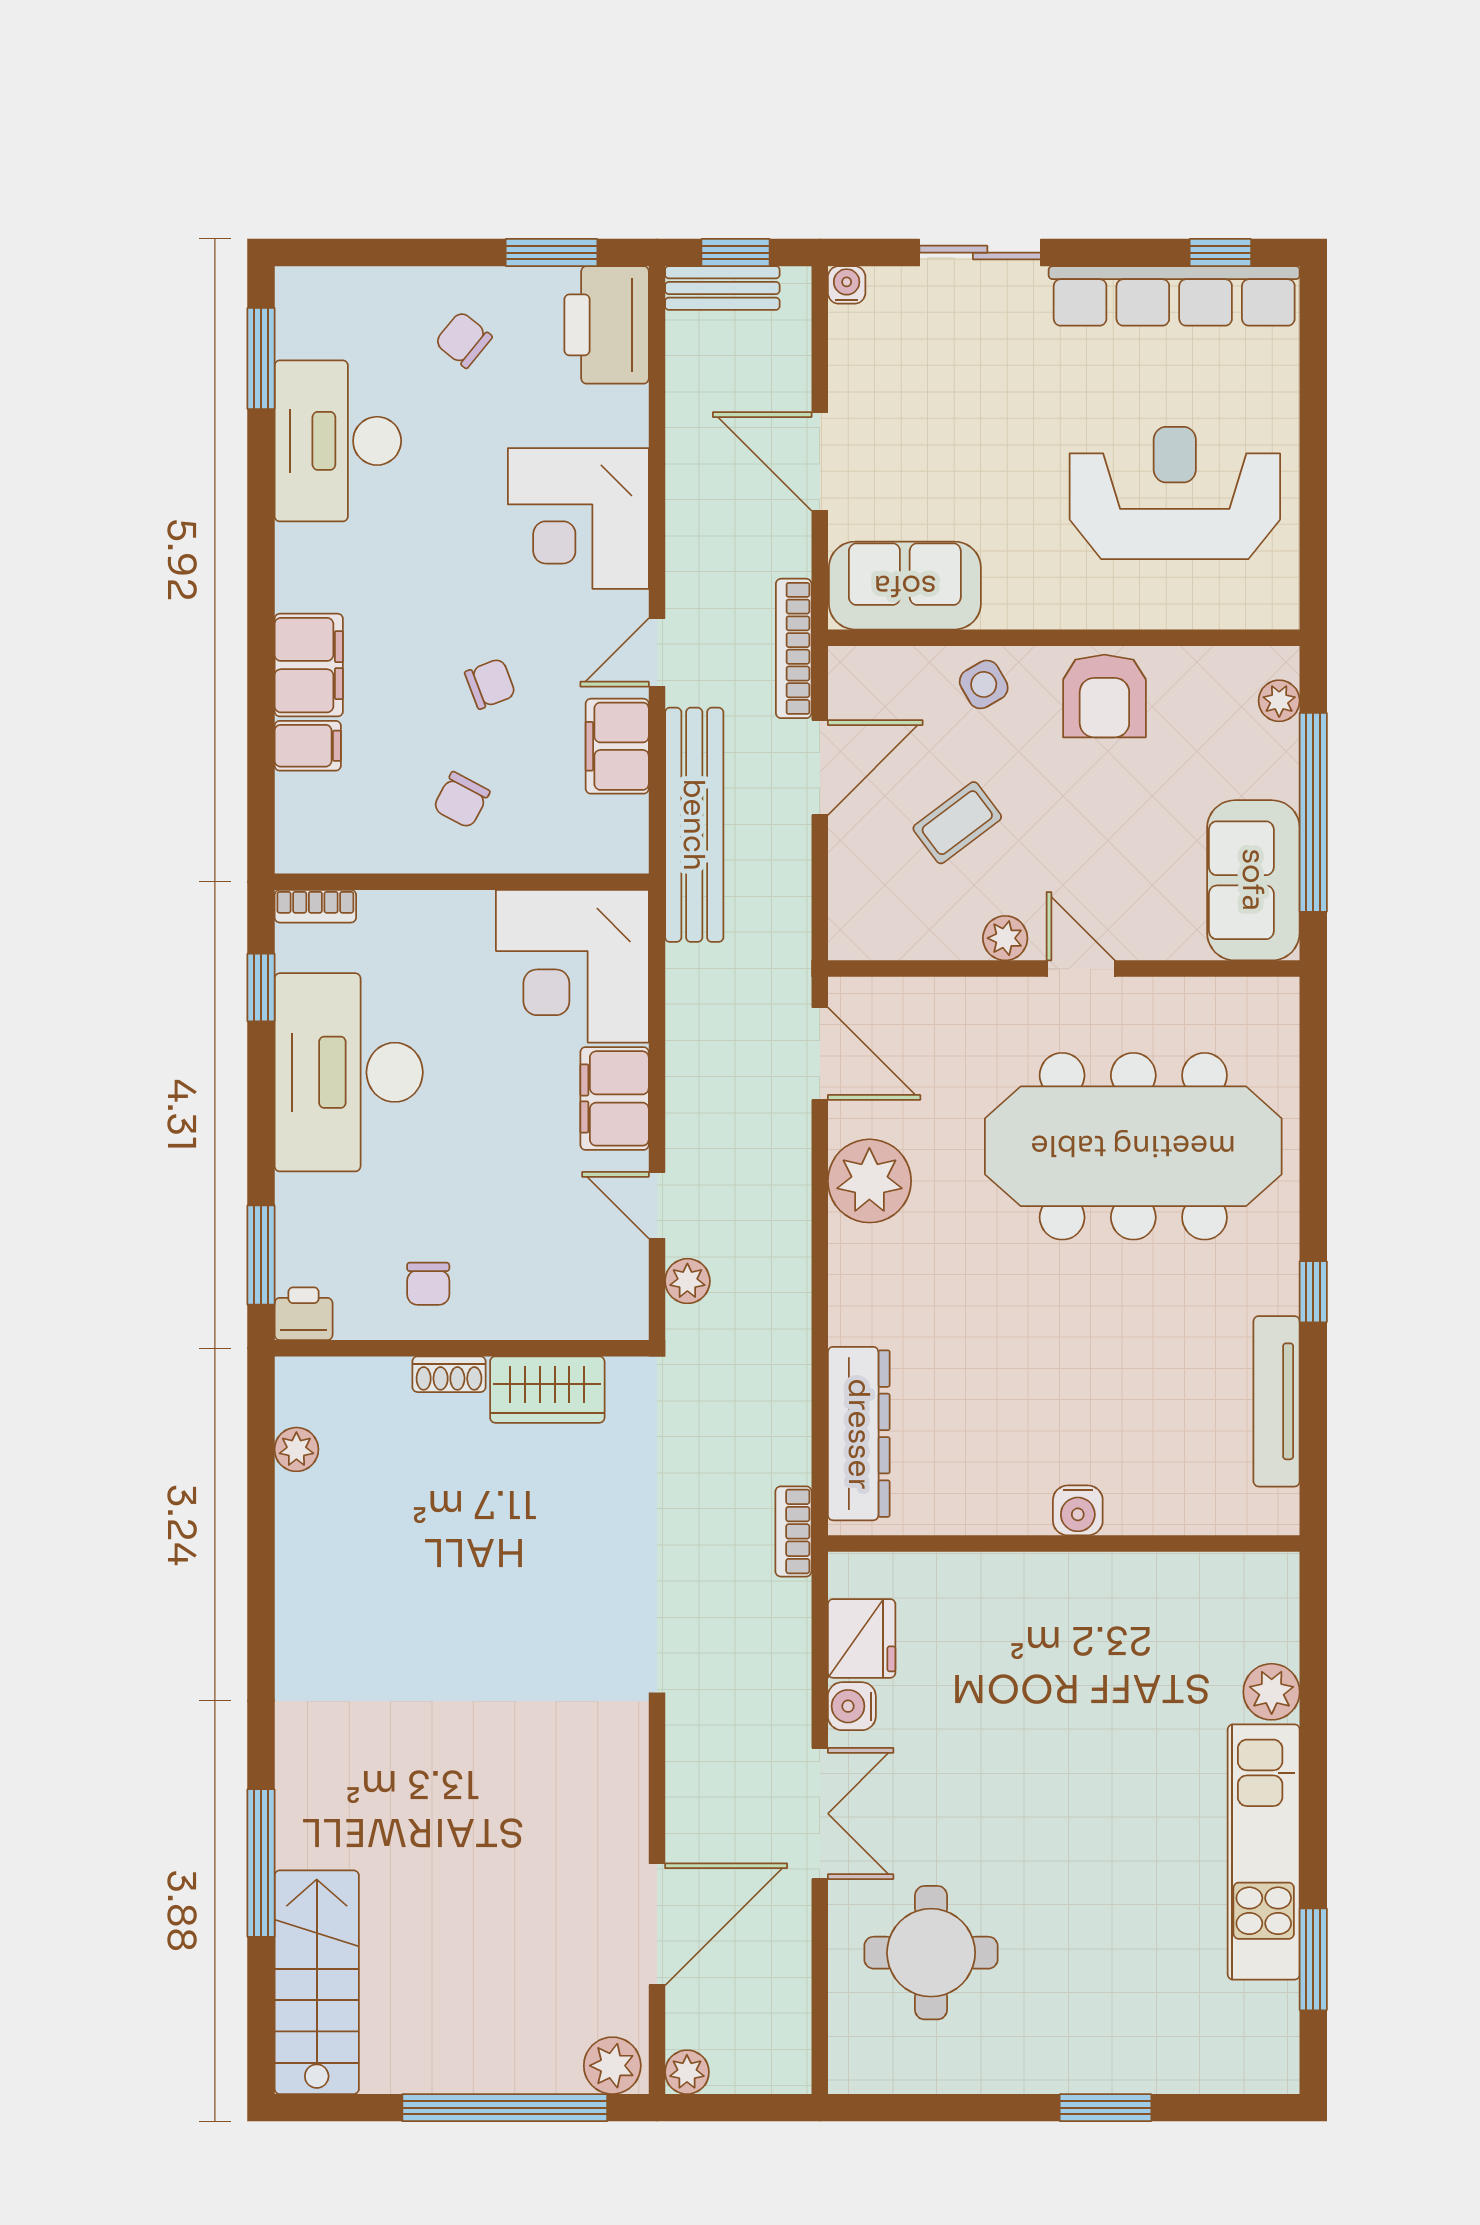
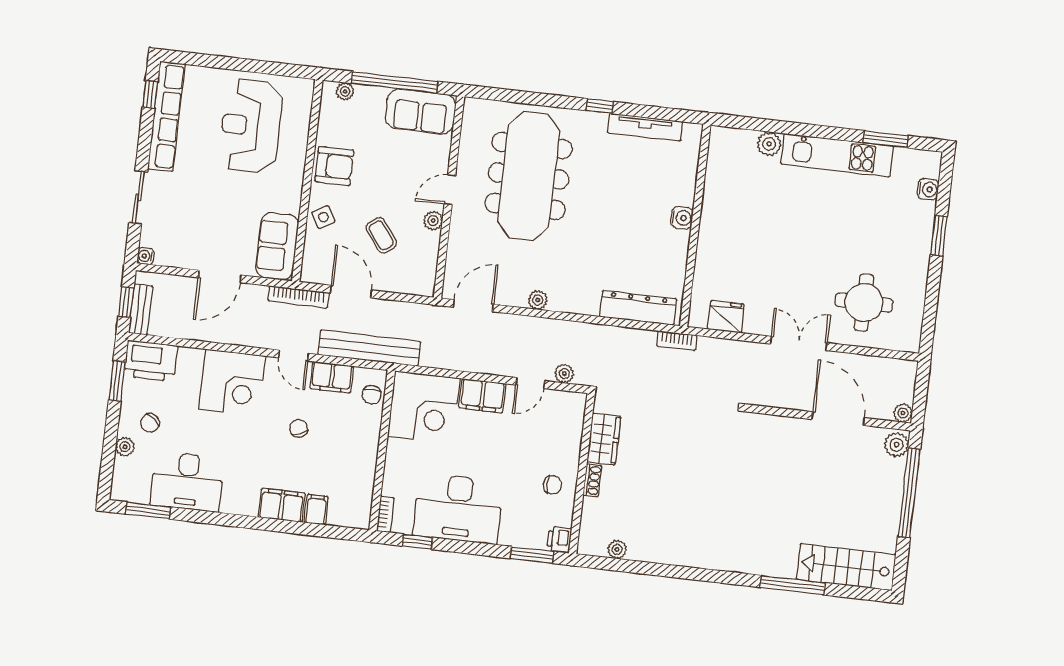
plant: (402, 288) -> (125, 447), added
chair: (461, 800) -> (372, 395), moved, turned 62
plant: (869, 1181) -> (538, 300), width x0.53, depth x0.53
water cooler: (852, 1706) -> (928, 189), moved, turned -90

